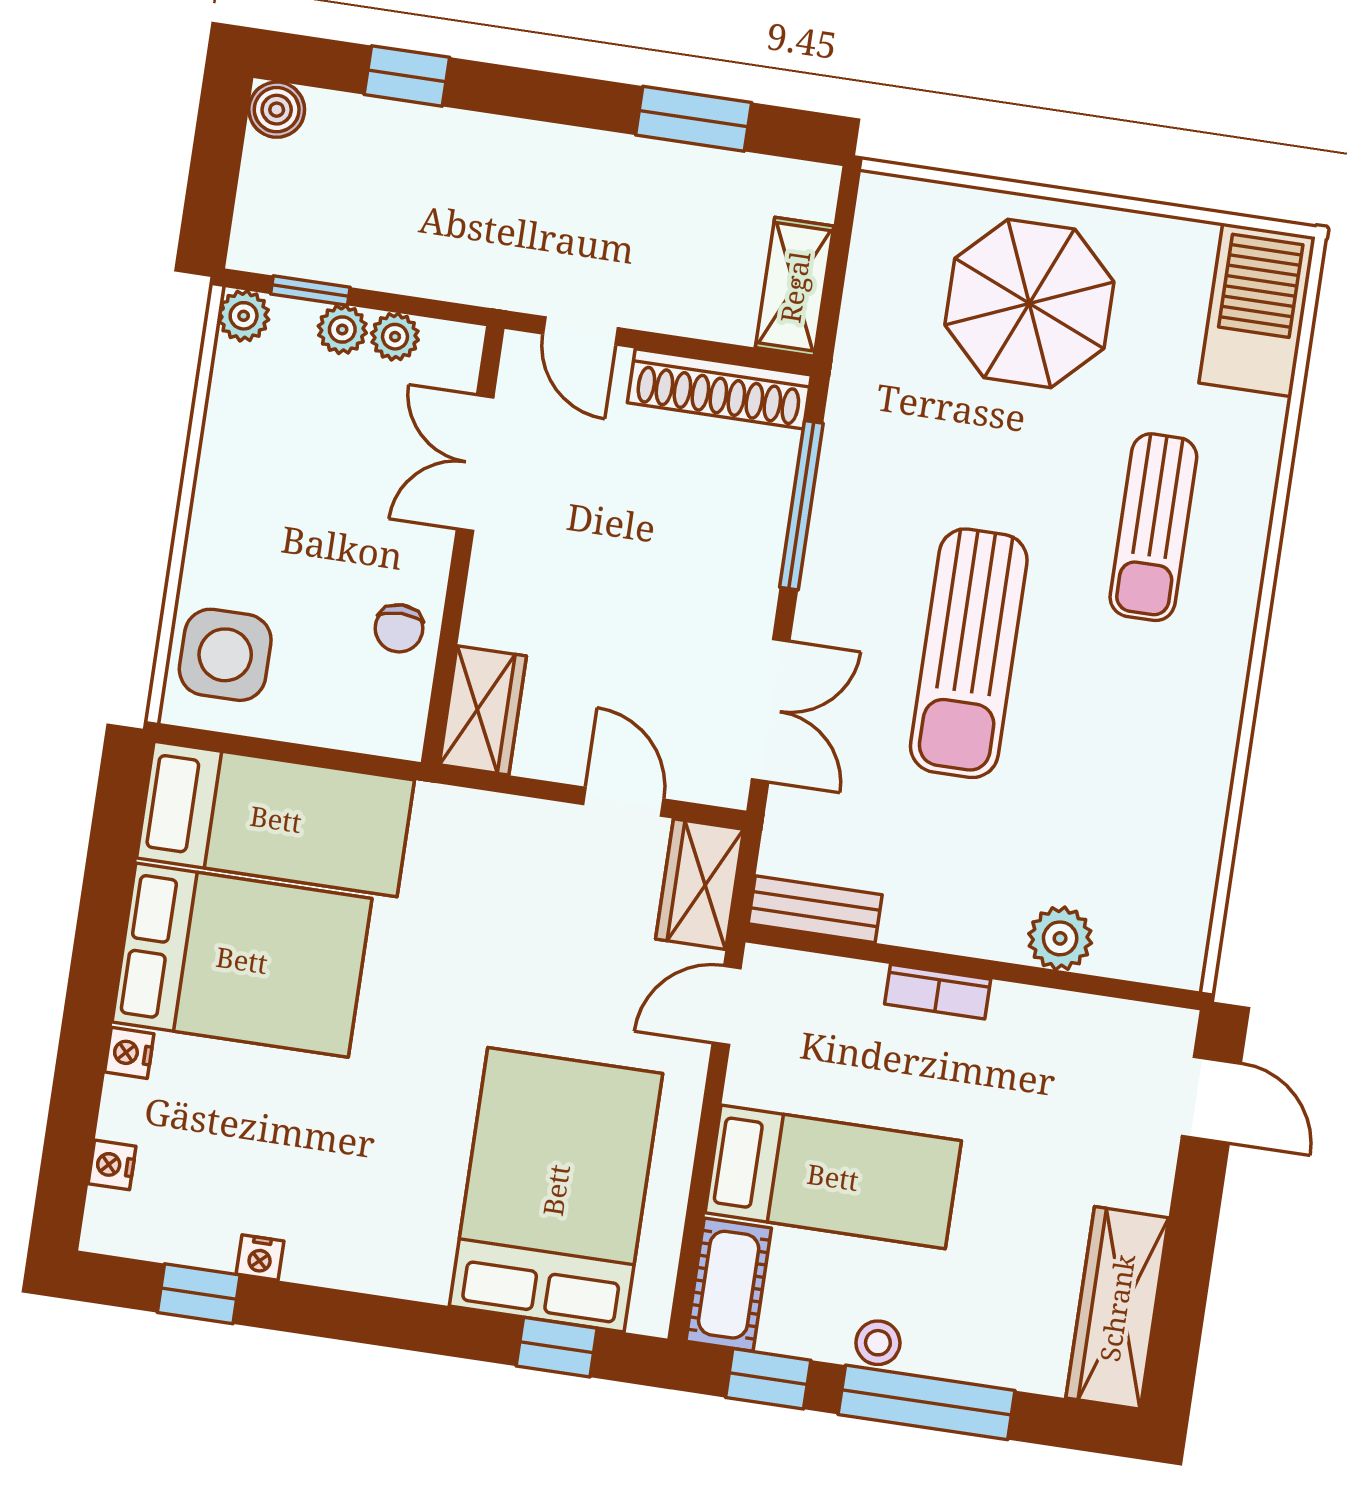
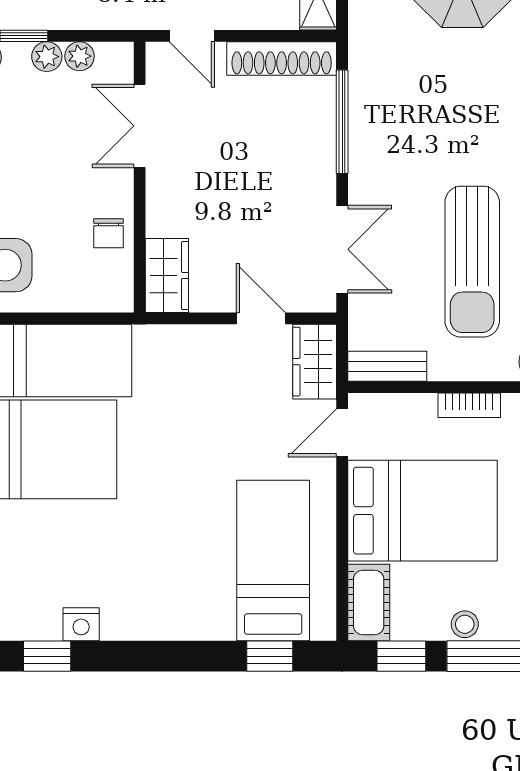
sun lounger: (969, 653) -> (472, 262), moved
bed: (833, 1177) -> (422, 511), width x1.50
bed: (556, 1190) -> (273, 560), width x0.67
nightstand: (260, 1258) -> (81, 624), width x1.39, depth x1.35

